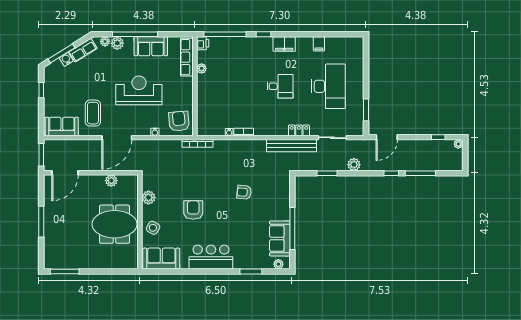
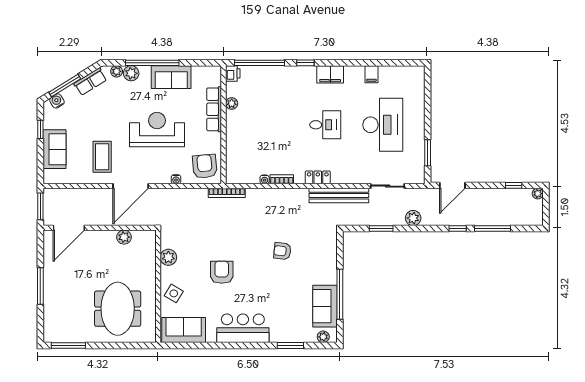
row of seats: (187, 57) -> (214, 109), moved
water cooler: (66, 59) -> (57, 101), moved
sofa: (62, 126) -> (55, 149), moved, turned 90
locker: (299, 130) -> (318, 177), moved
meeting table: (114, 224) -> (118, 309), moved, turned 90

